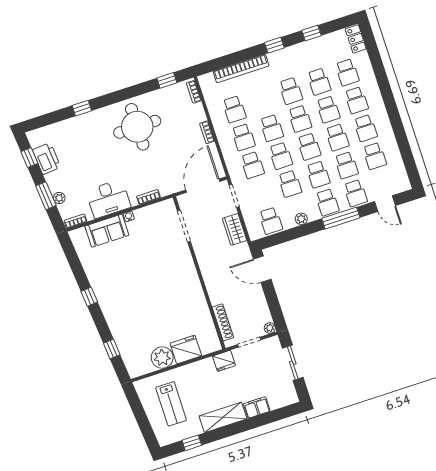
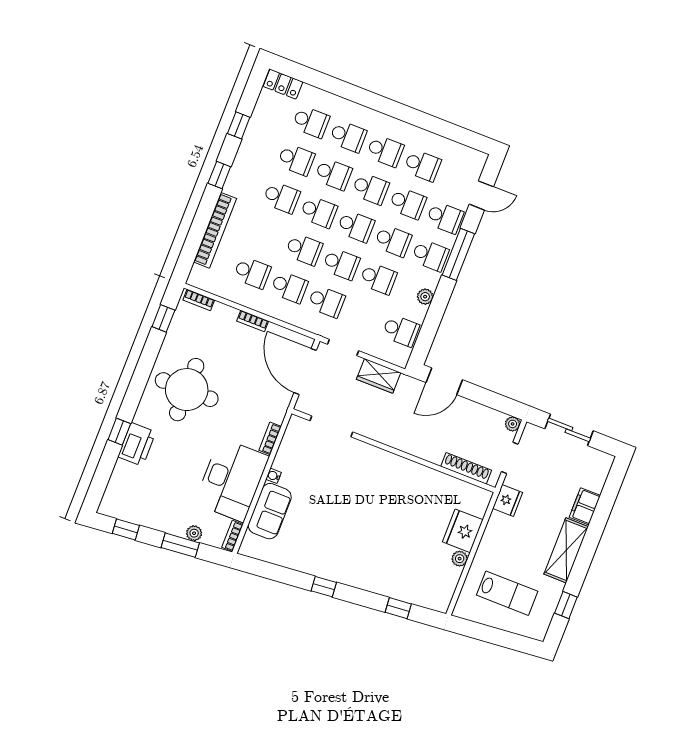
printer: (47, 159) -> (137, 444), moved, turned 95
desk: (108, 199) -> (232, 480), width x1.36, depth x1.30
plant: (162, 358) -> (460, 559), width x0.53, depth x0.53

